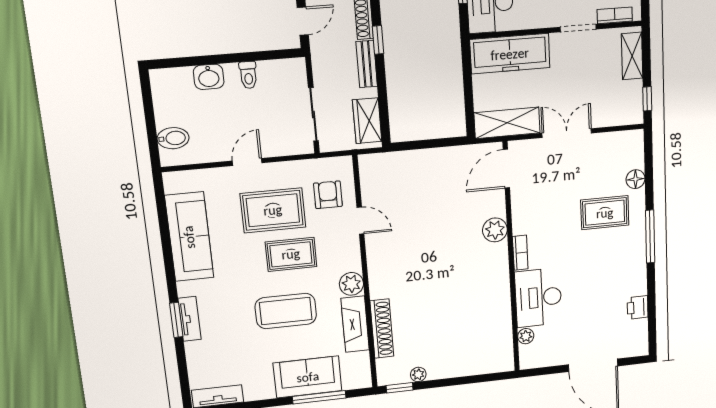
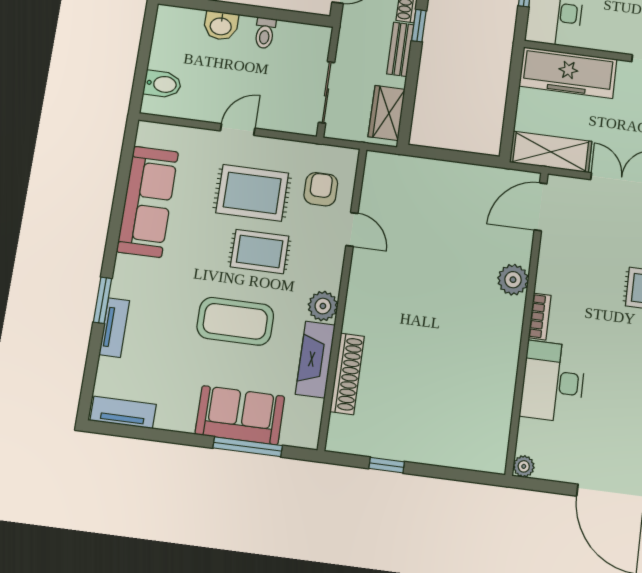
tv unit: (190, 319) -> (114, 328), moved
plant: (526, 336) -> (524, 466), moved
plant: (418, 374) -> (380, 448), removed
window: (400, 388) -> (387, 465), moved

